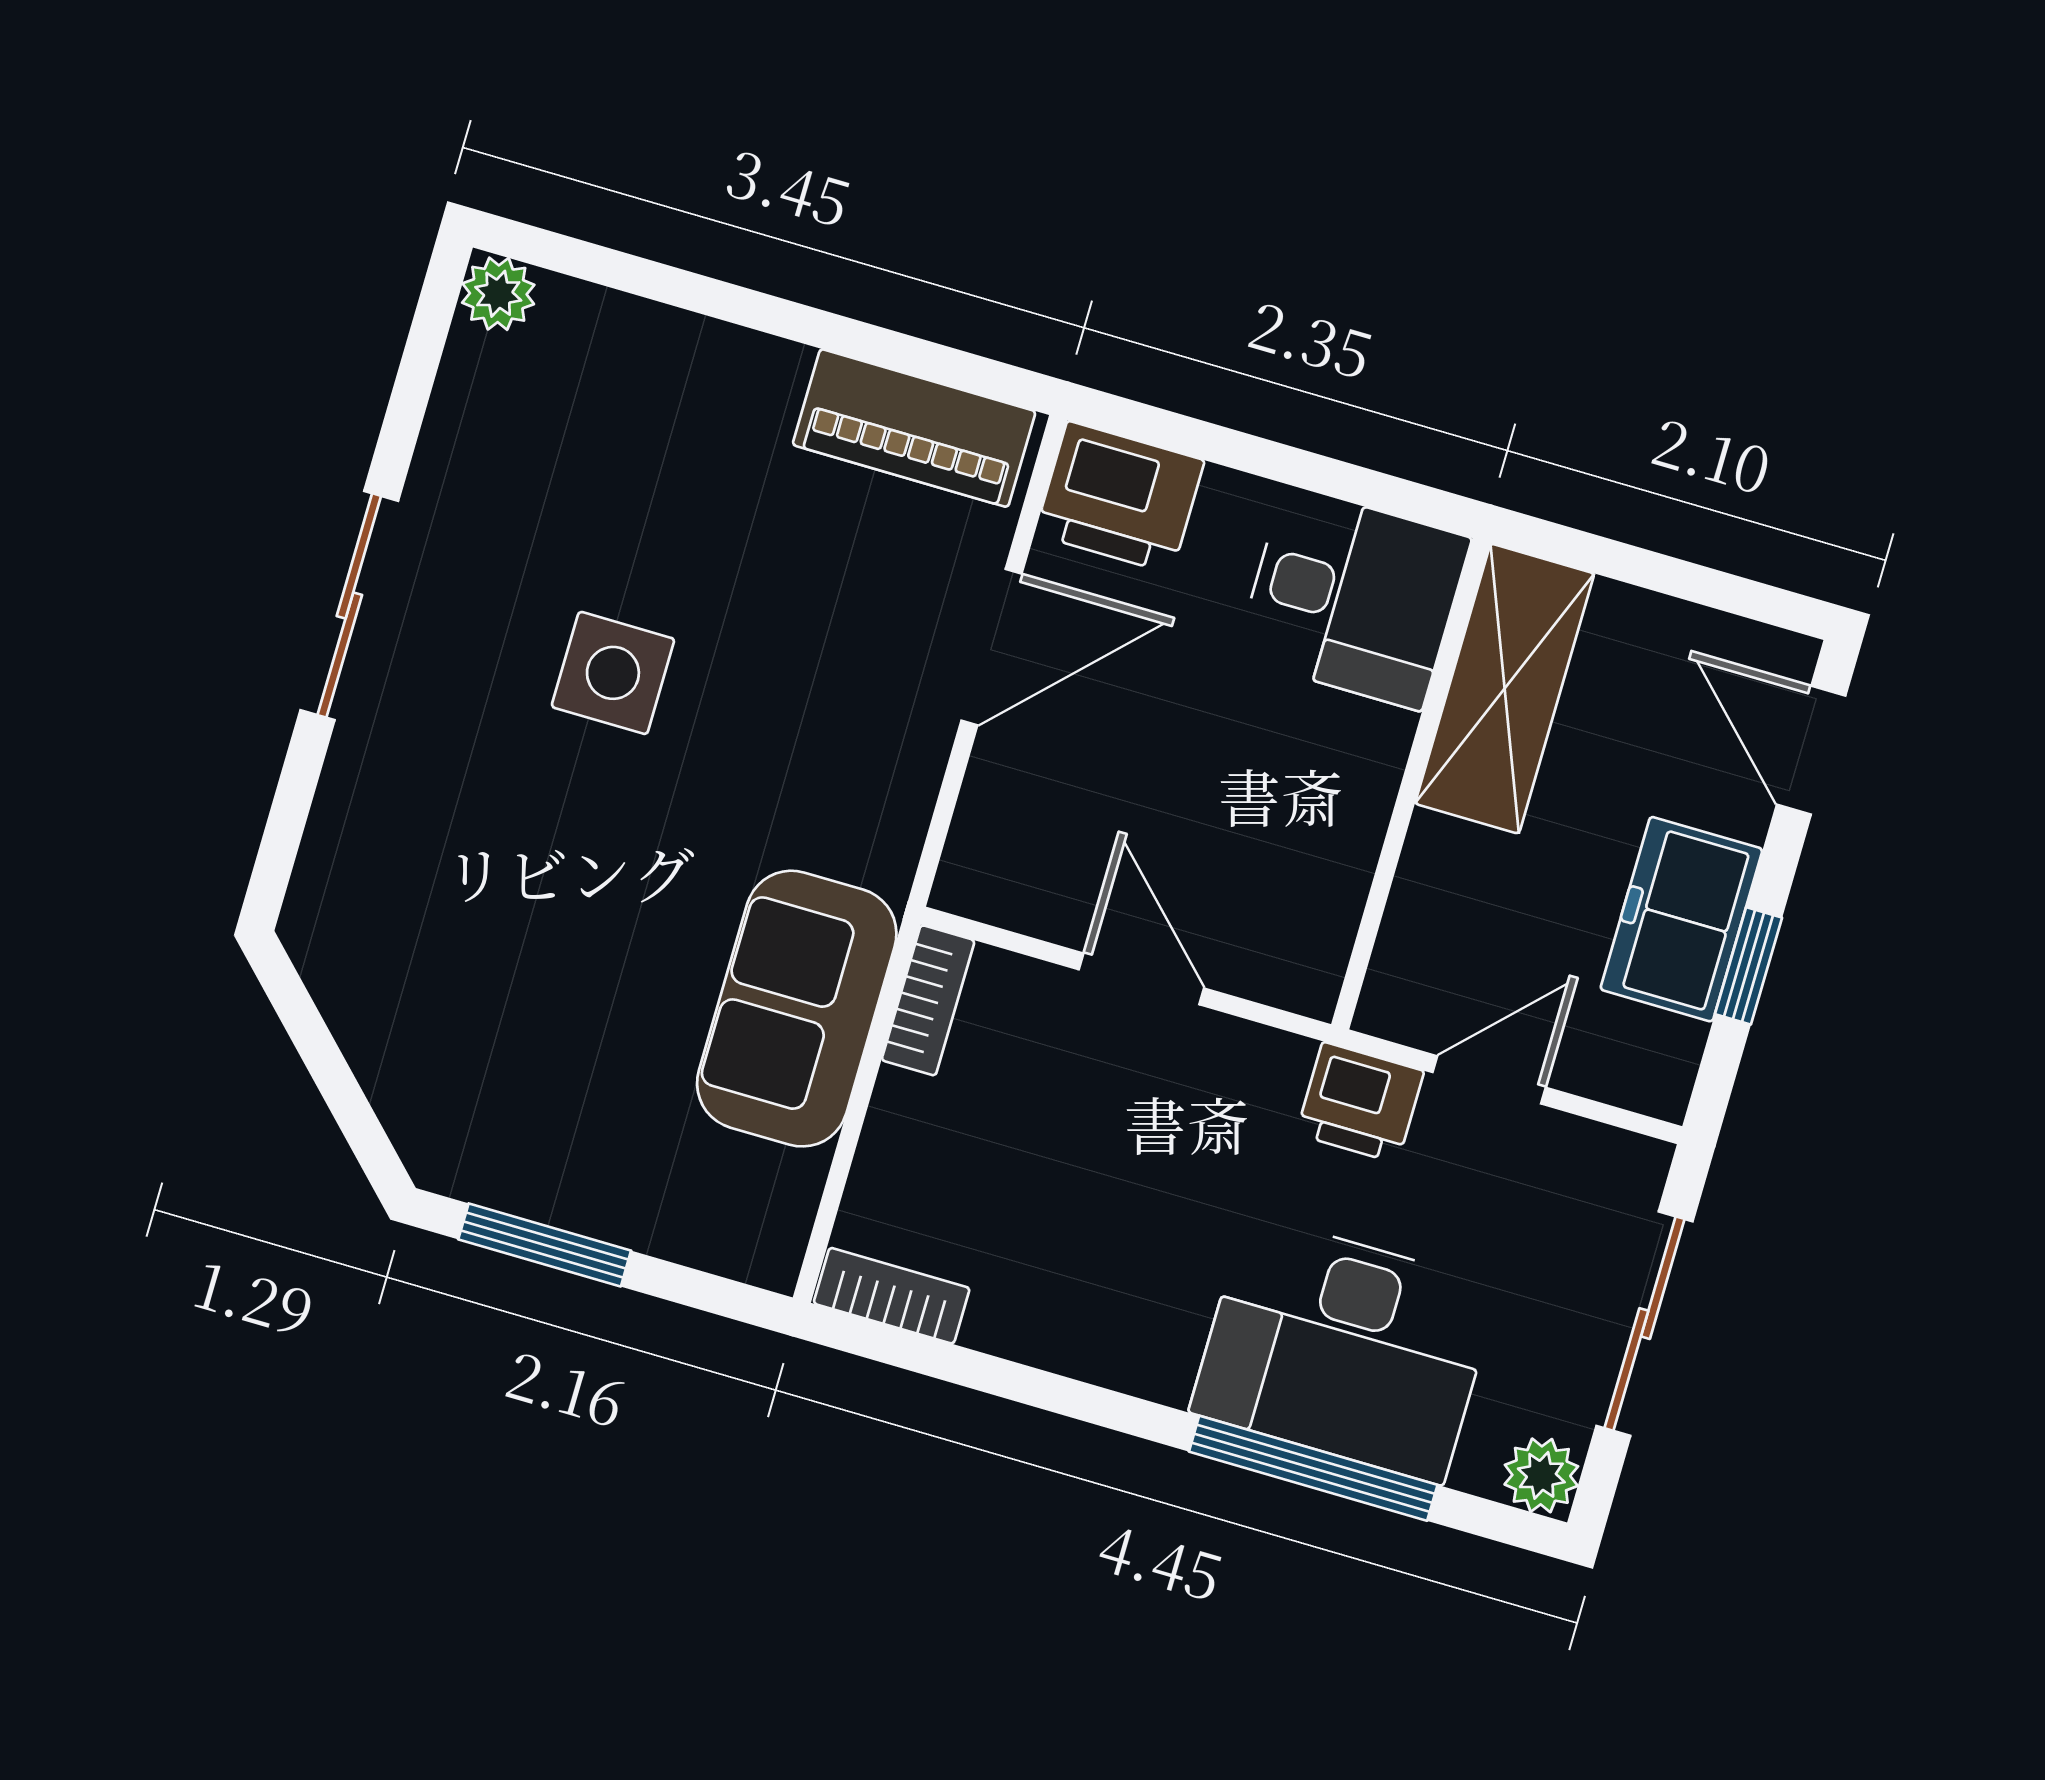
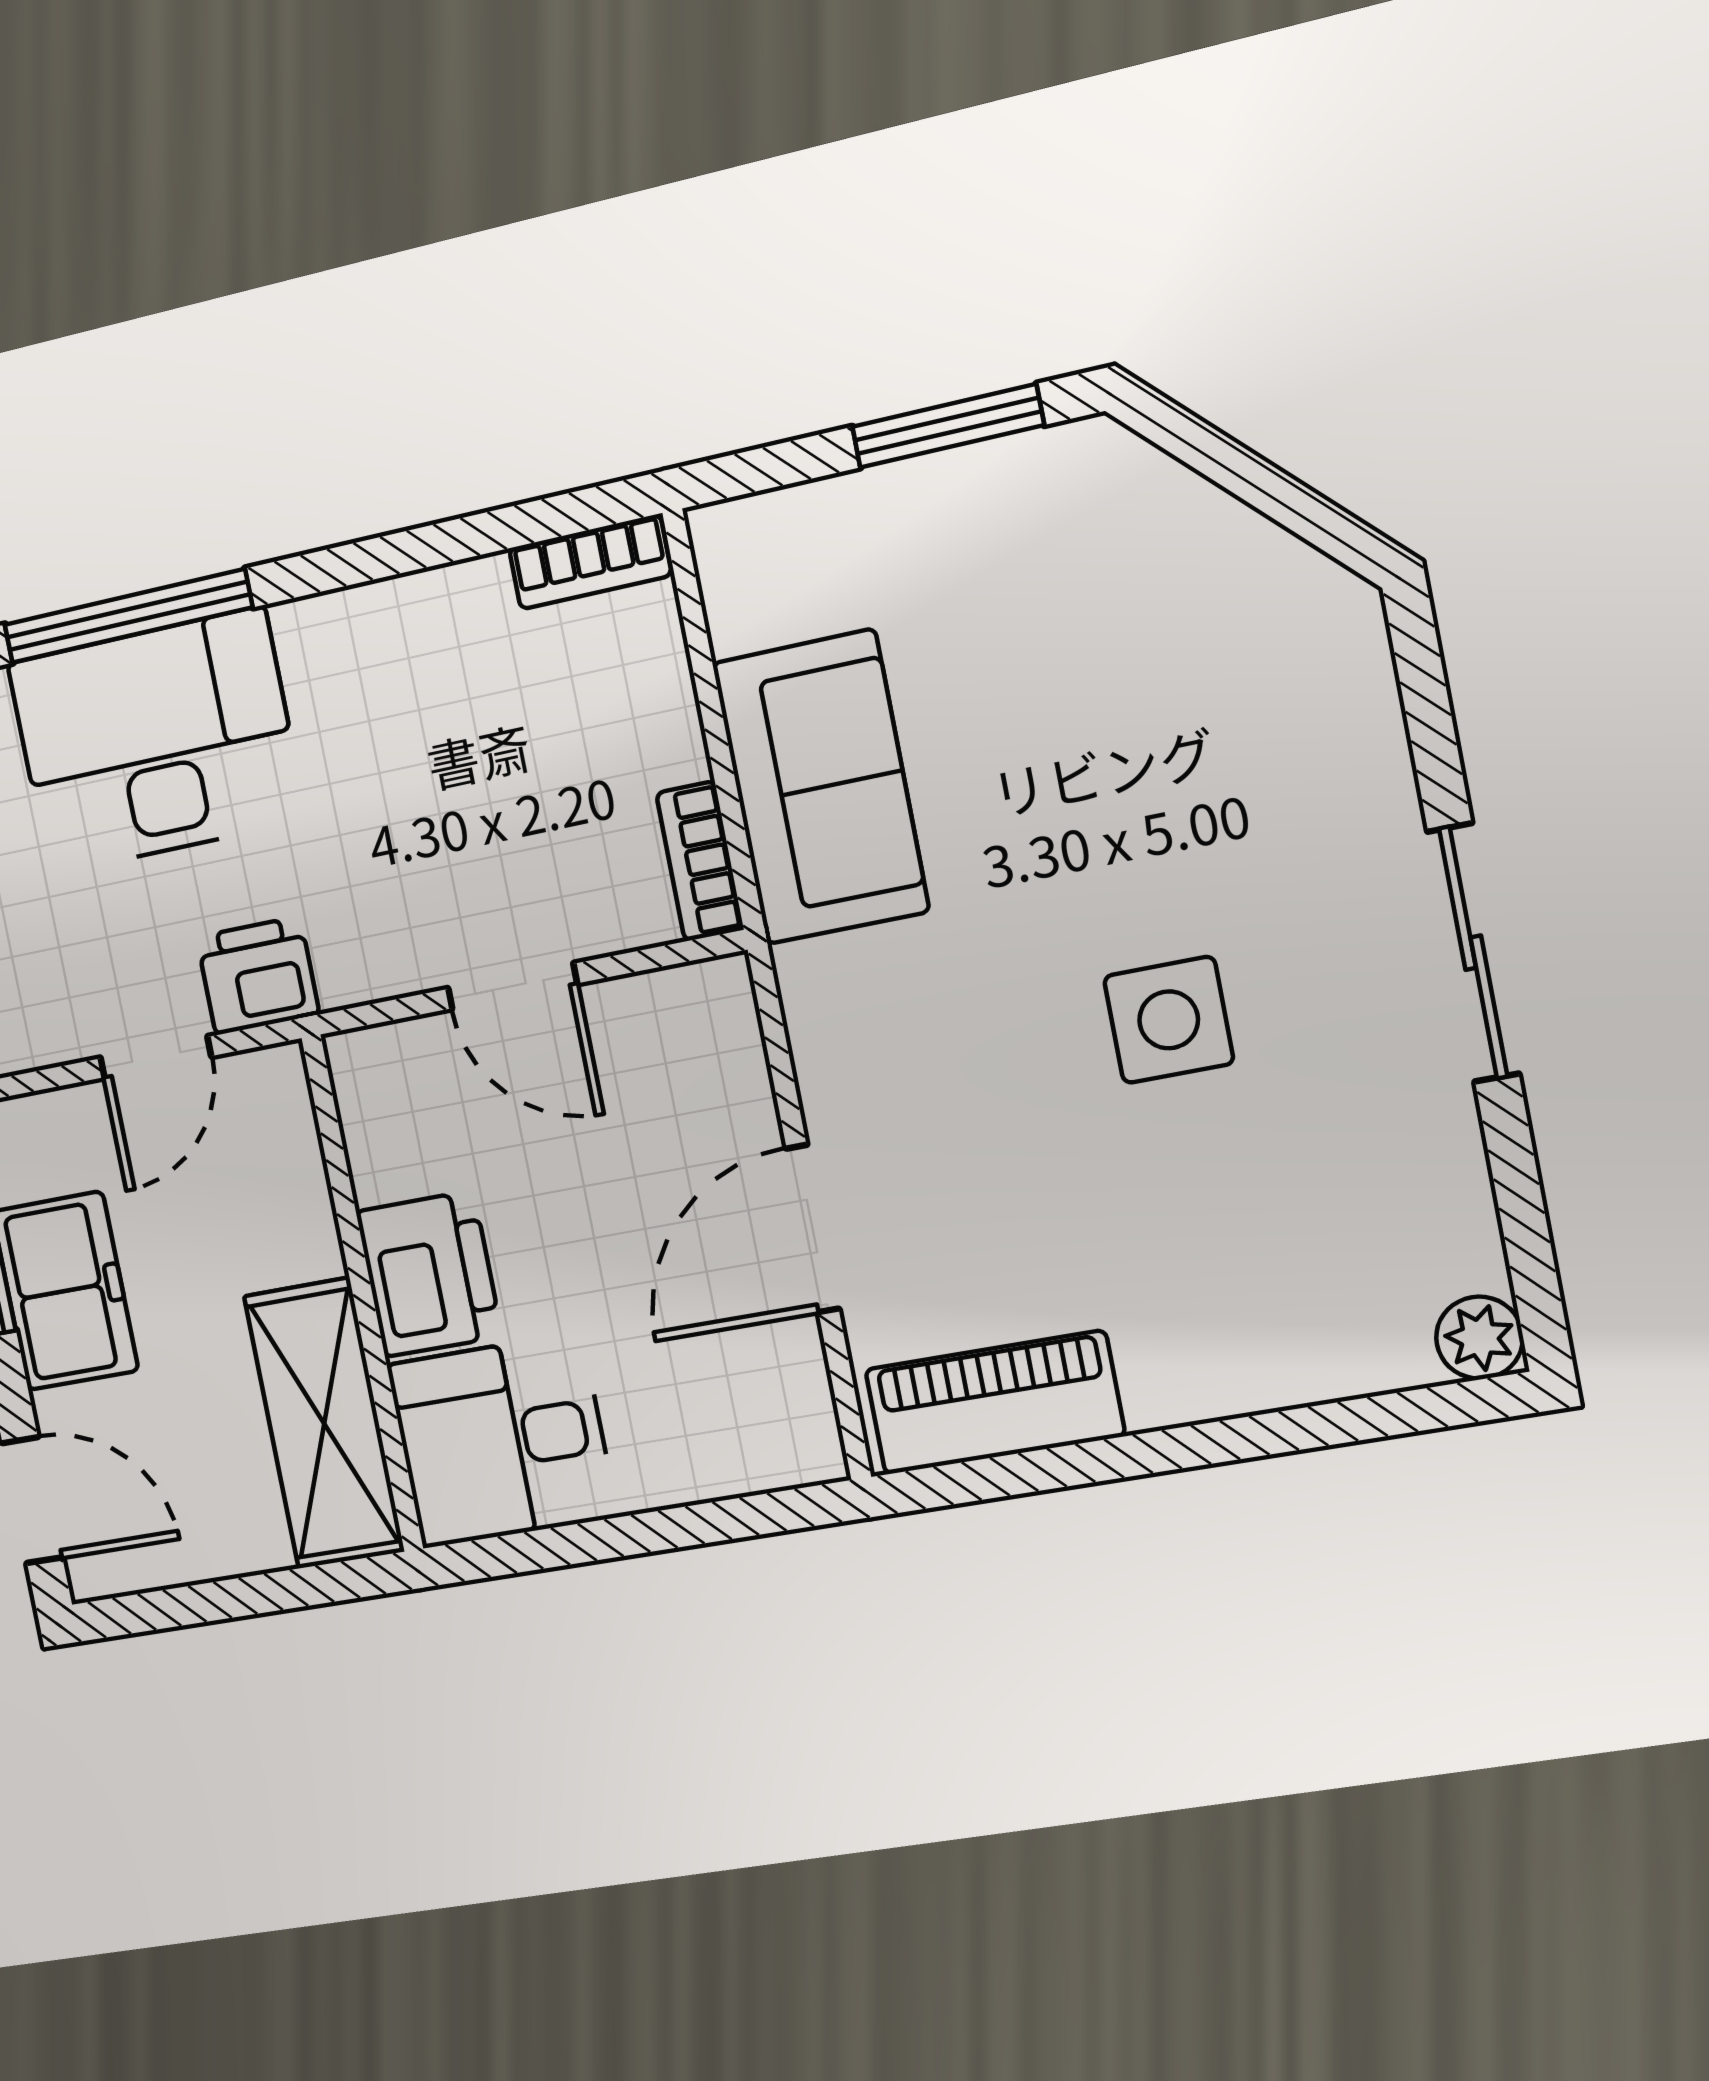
printer: (1120, 497) -> (429, 1274), moved, turned 90

